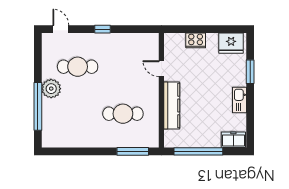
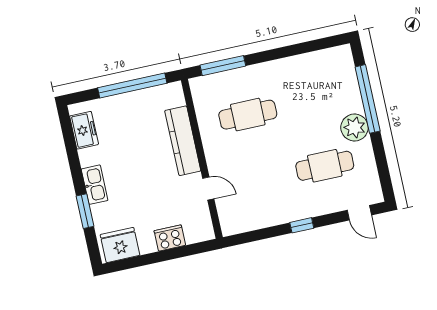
kitchen sink: (239, 100) -> (95, 185), moved
freezer: (233, 140) -> (84, 130), moved, turned -90

